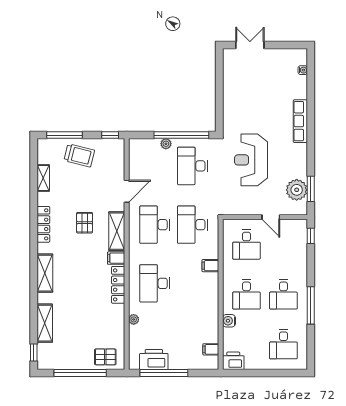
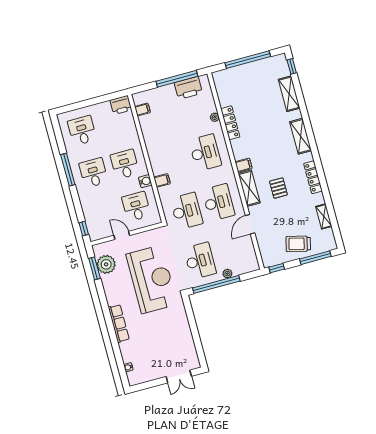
reception desk: (251, 160) -> (152, 279), width x1.36, depth x1.30
locker: (118, 285) -> (230, 123), moved
water cooler: (229, 321) -> (145, 181), moved
pallet: (105, 357) -> (230, 79), removed

